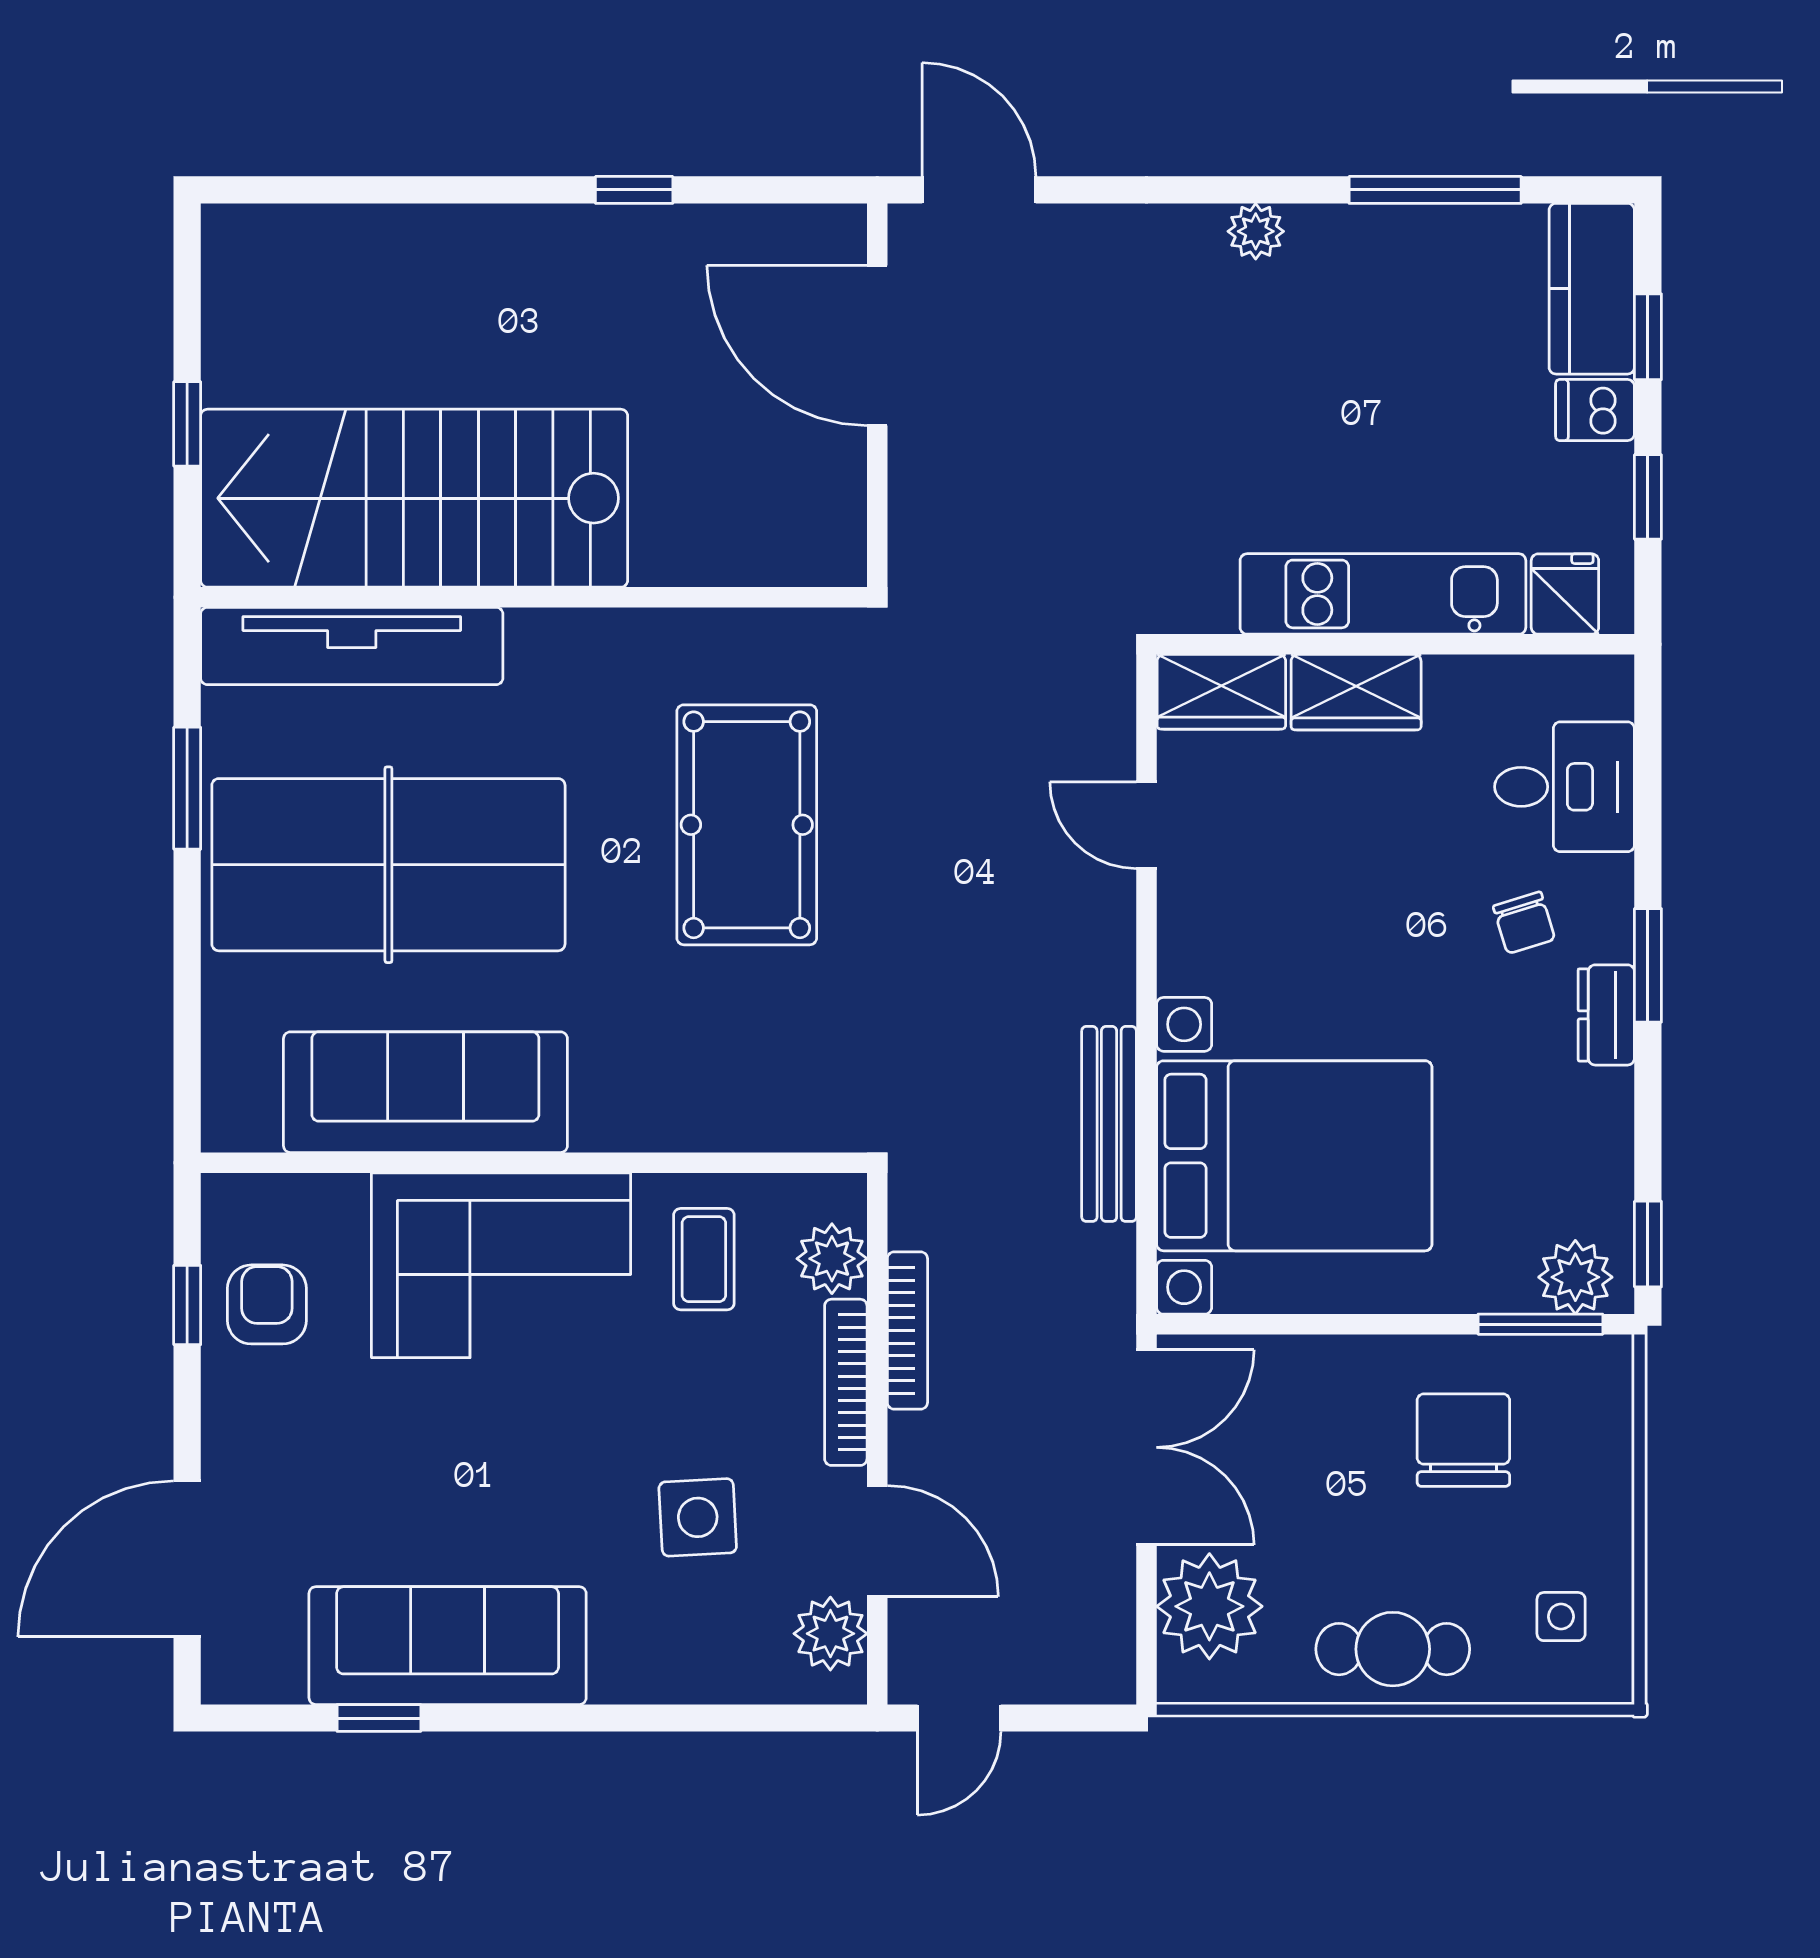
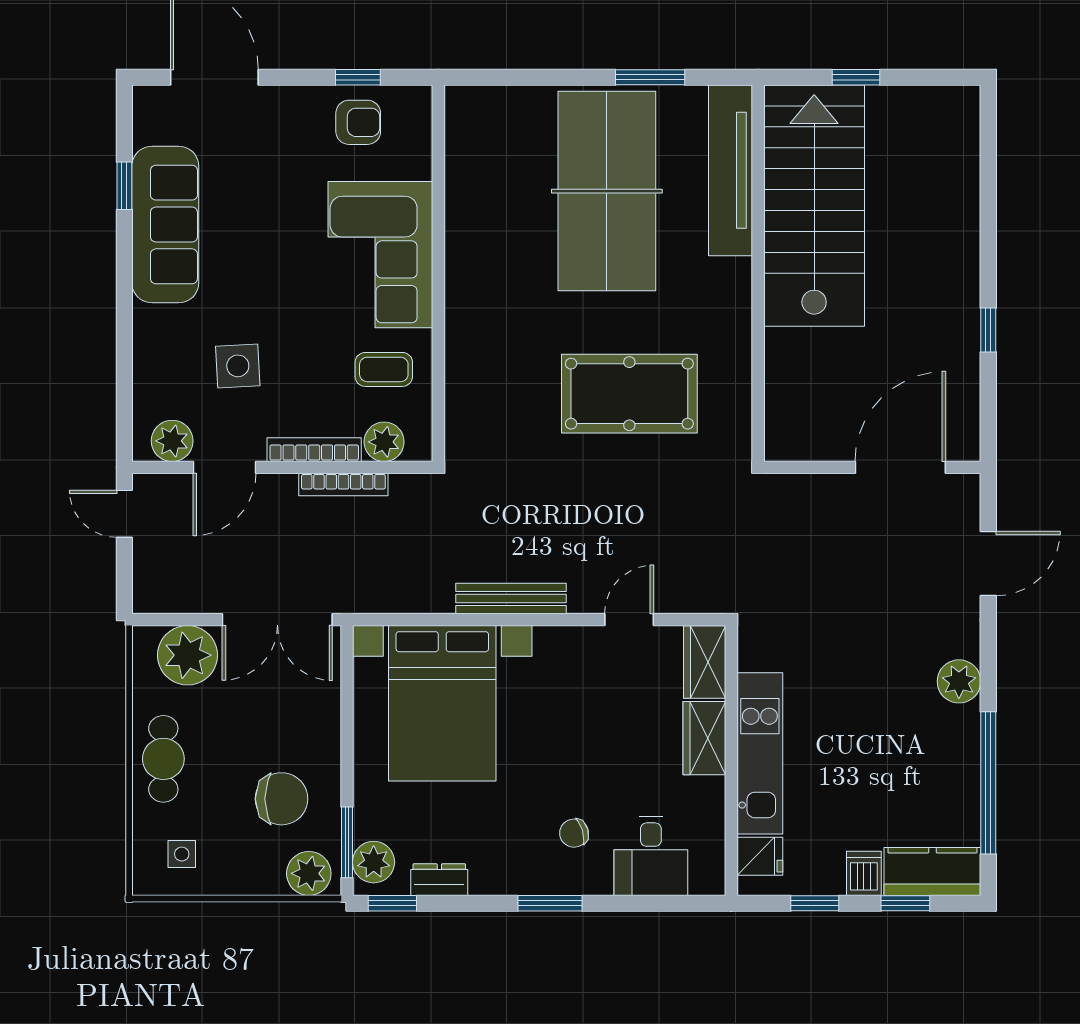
door: (979, 190) -> (988, 563), moved
window: (1435, 190) -> (988, 783), width x1.46
plant: (1256, 231) -> (959, 681), width x1.38, depth x1.38
dresser: (1606, 1015) -> (439, 880), moved
sofa: (425, 1092) -> (478, 212), removed
bench: (1109, 1124) -> (511, 598), moved
plant: (1595, 1392) -> (309, 873), added

